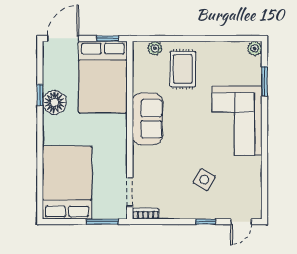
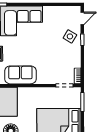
side table: (204, 180) -> (70, 36), moved
door: (241, 222) -> (82, 18), hinge flipped

